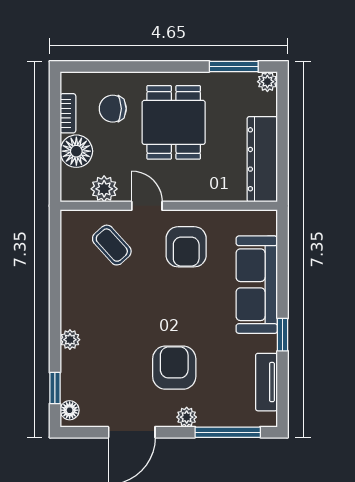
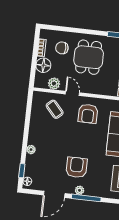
window: (228, 432) -> (86, 198), moved

